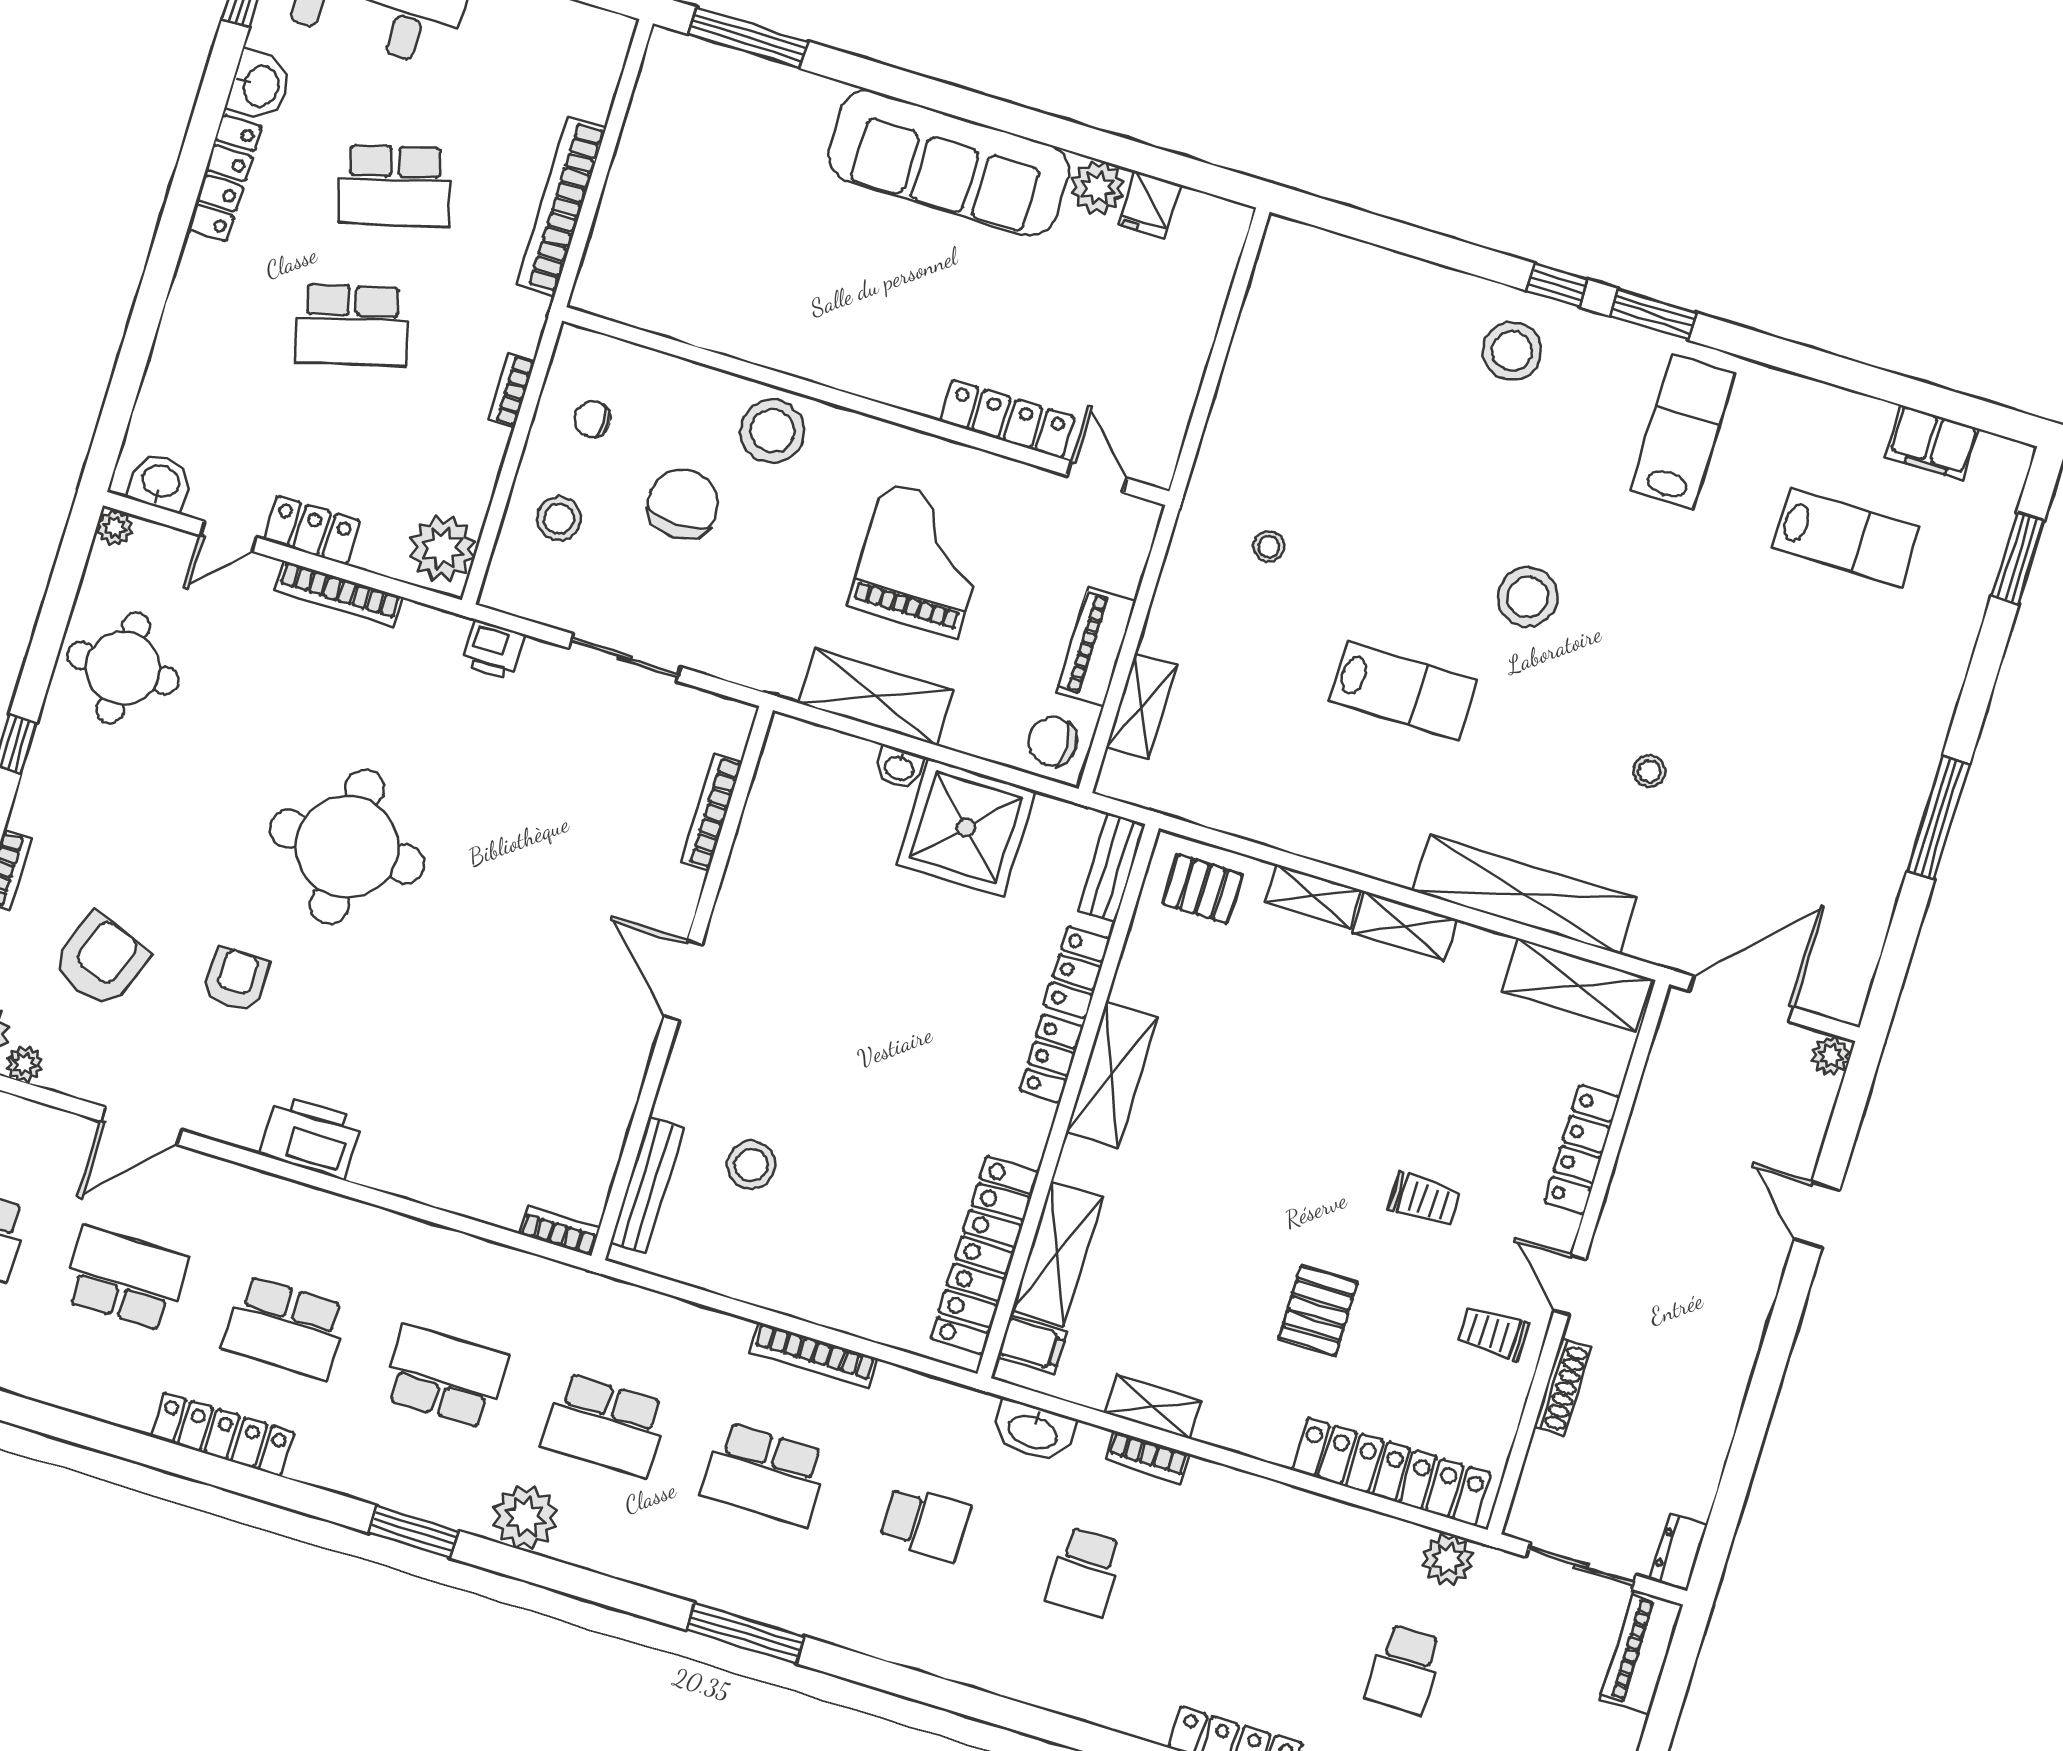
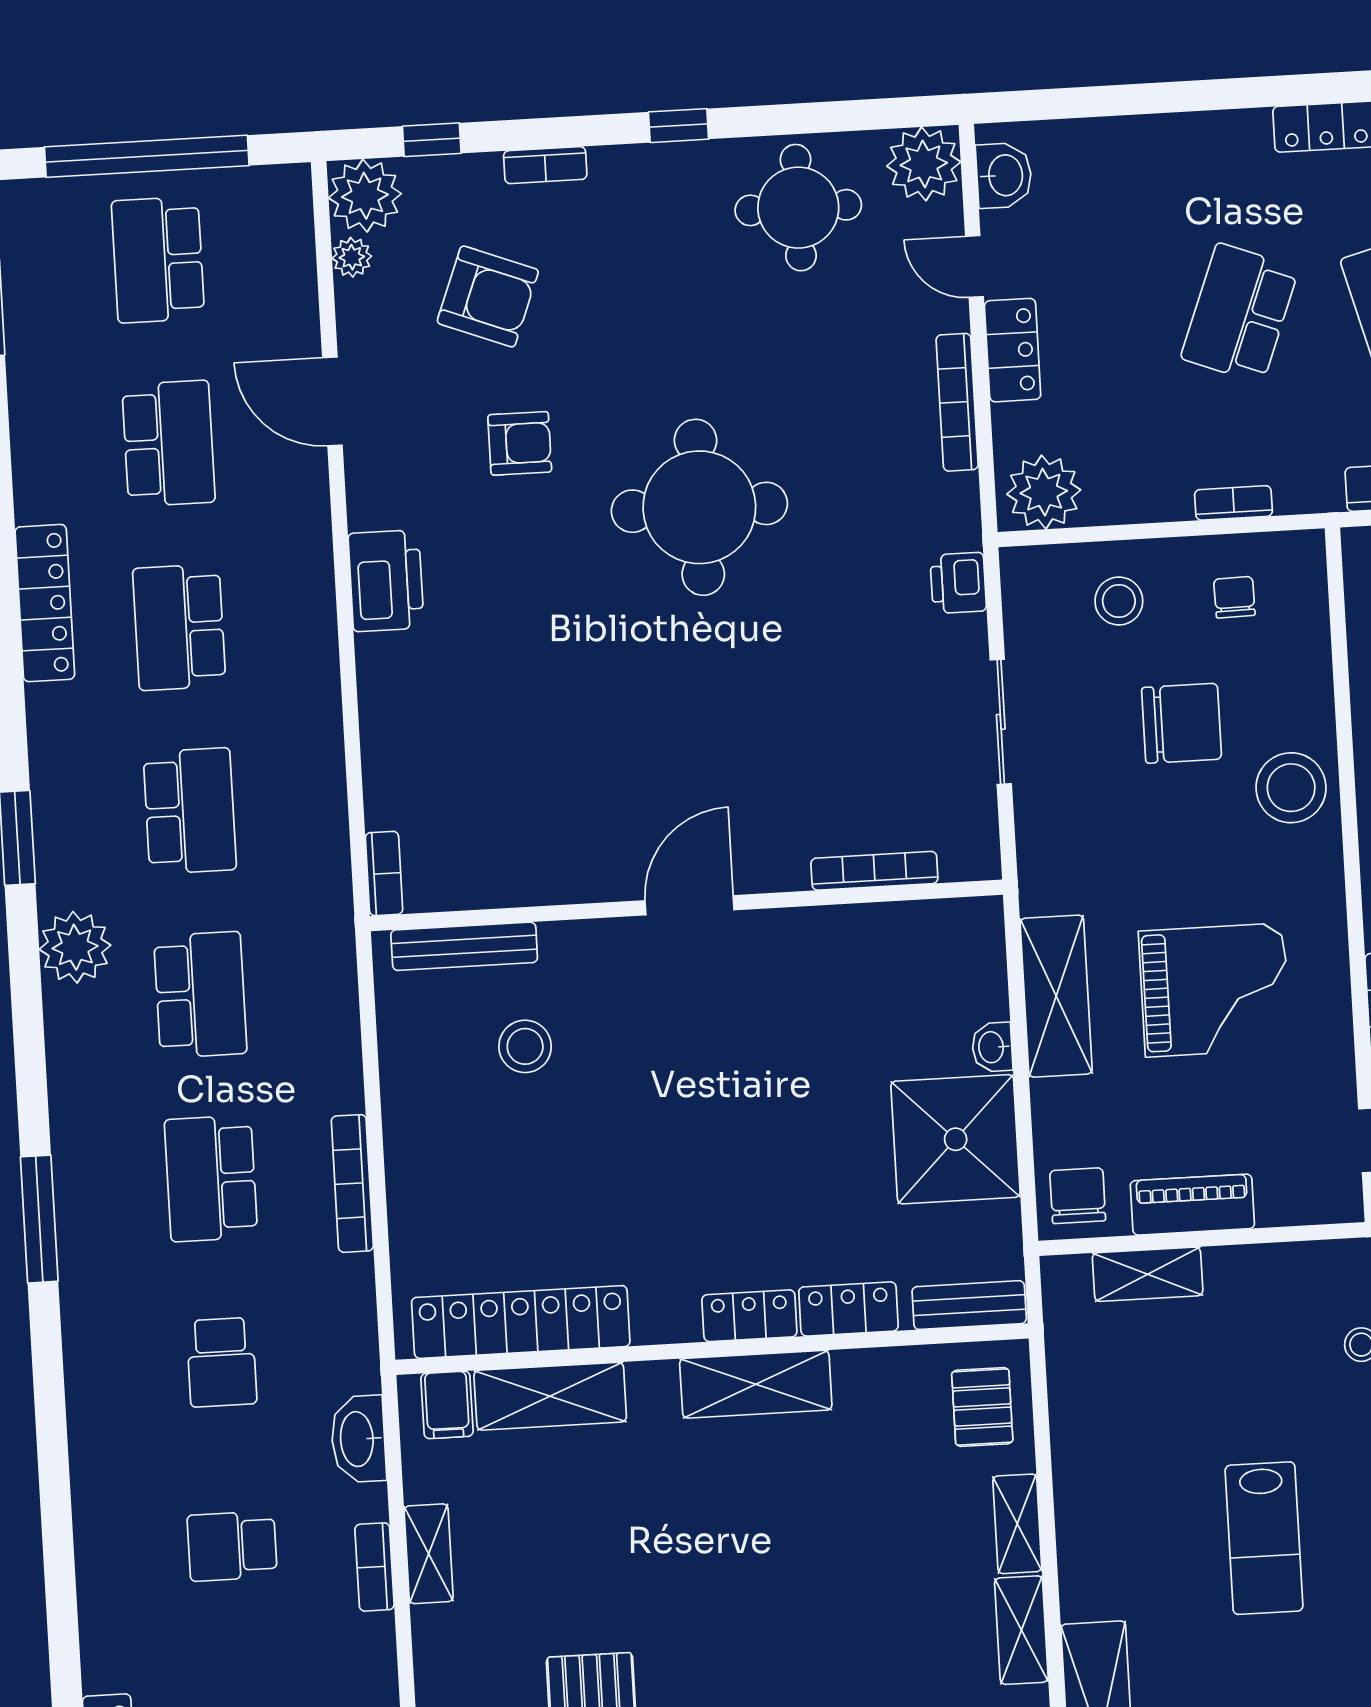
school desk: (352, 325) -> (1240, 313), turned 36
plant: (115, 528) -> (924, 164), width x1.88, depth x1.88
school desk: (605, 1425) -> (200, 995), turned 180

